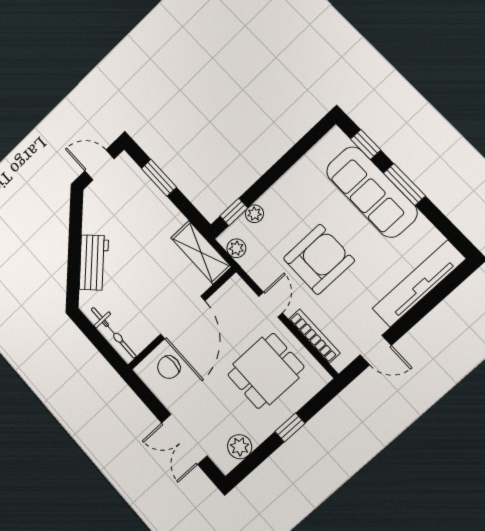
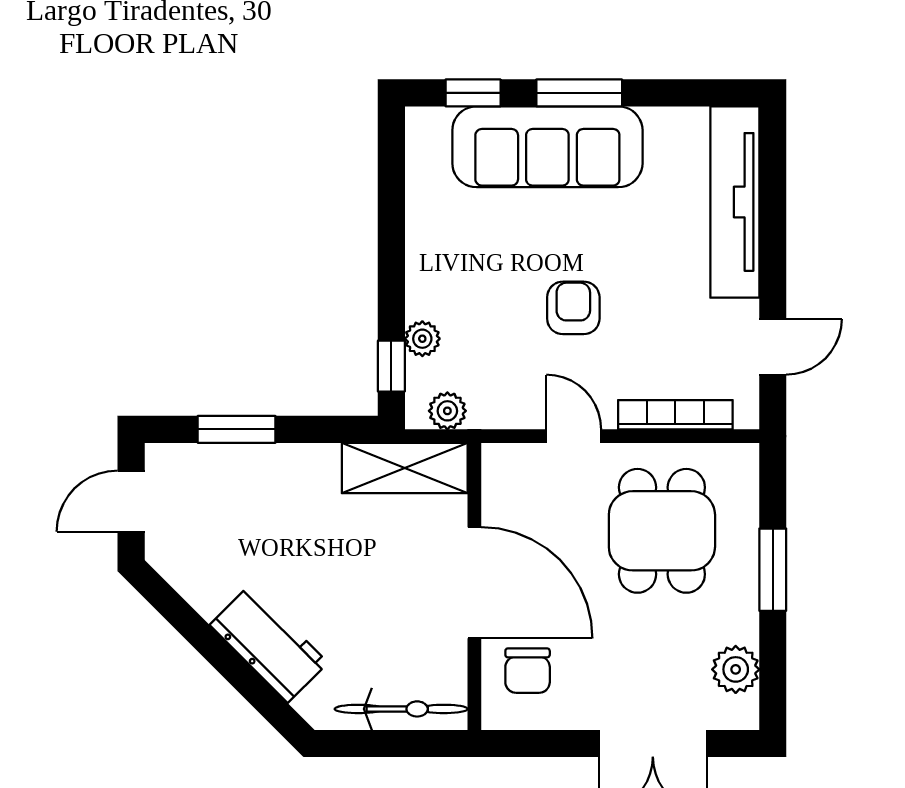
armchair: (319, 259) -> (573, 308), width x0.53, depth x0.53
window: (290, 427) -> (773, 570), width x1.50

